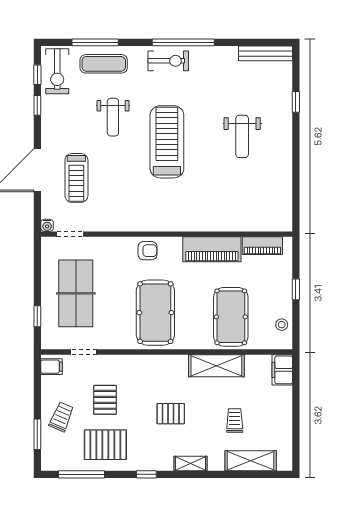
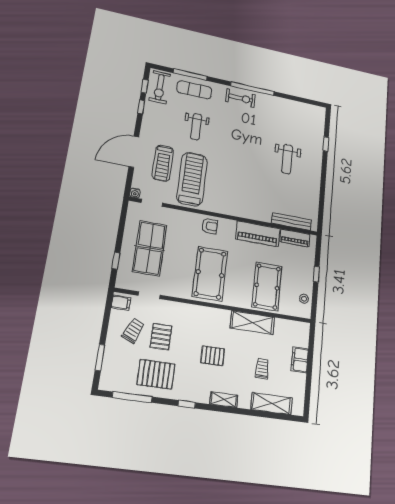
bench: (265, 53) -> (291, 222), moved
treadmill: (167, 142) -> (192, 179), moved
filing cabinet: (282, 370) -> (300, 360), moved
trolley: (61, 417) -> (133, 331), moved

